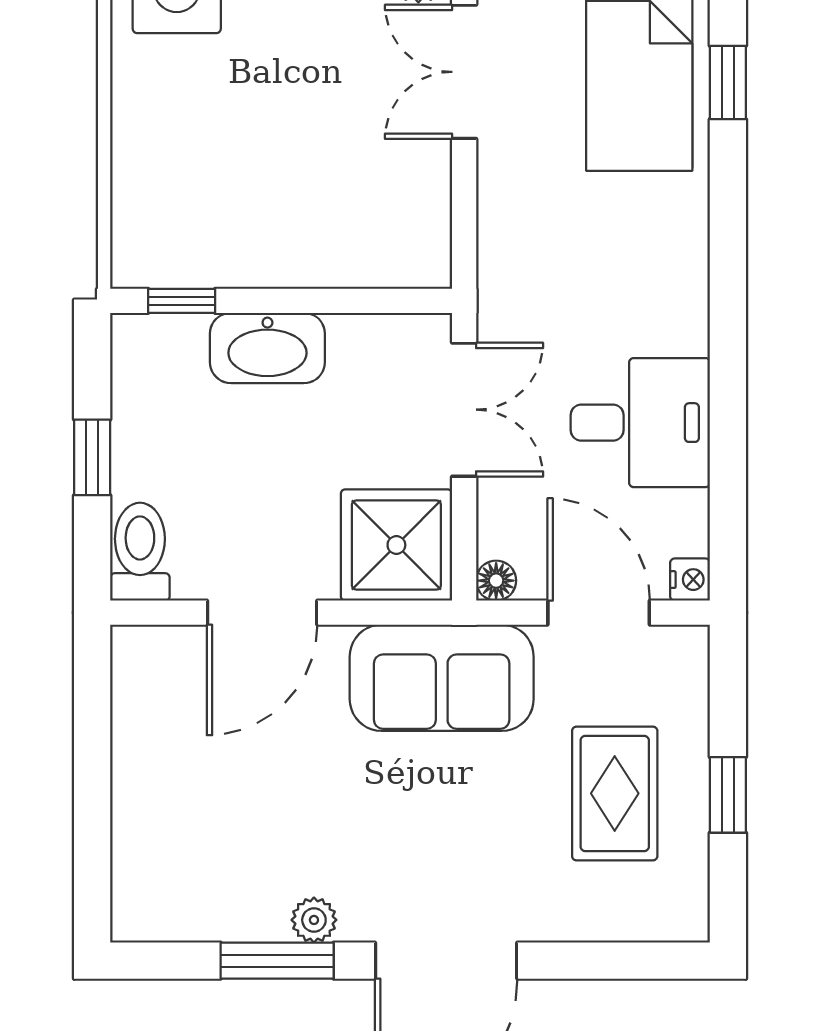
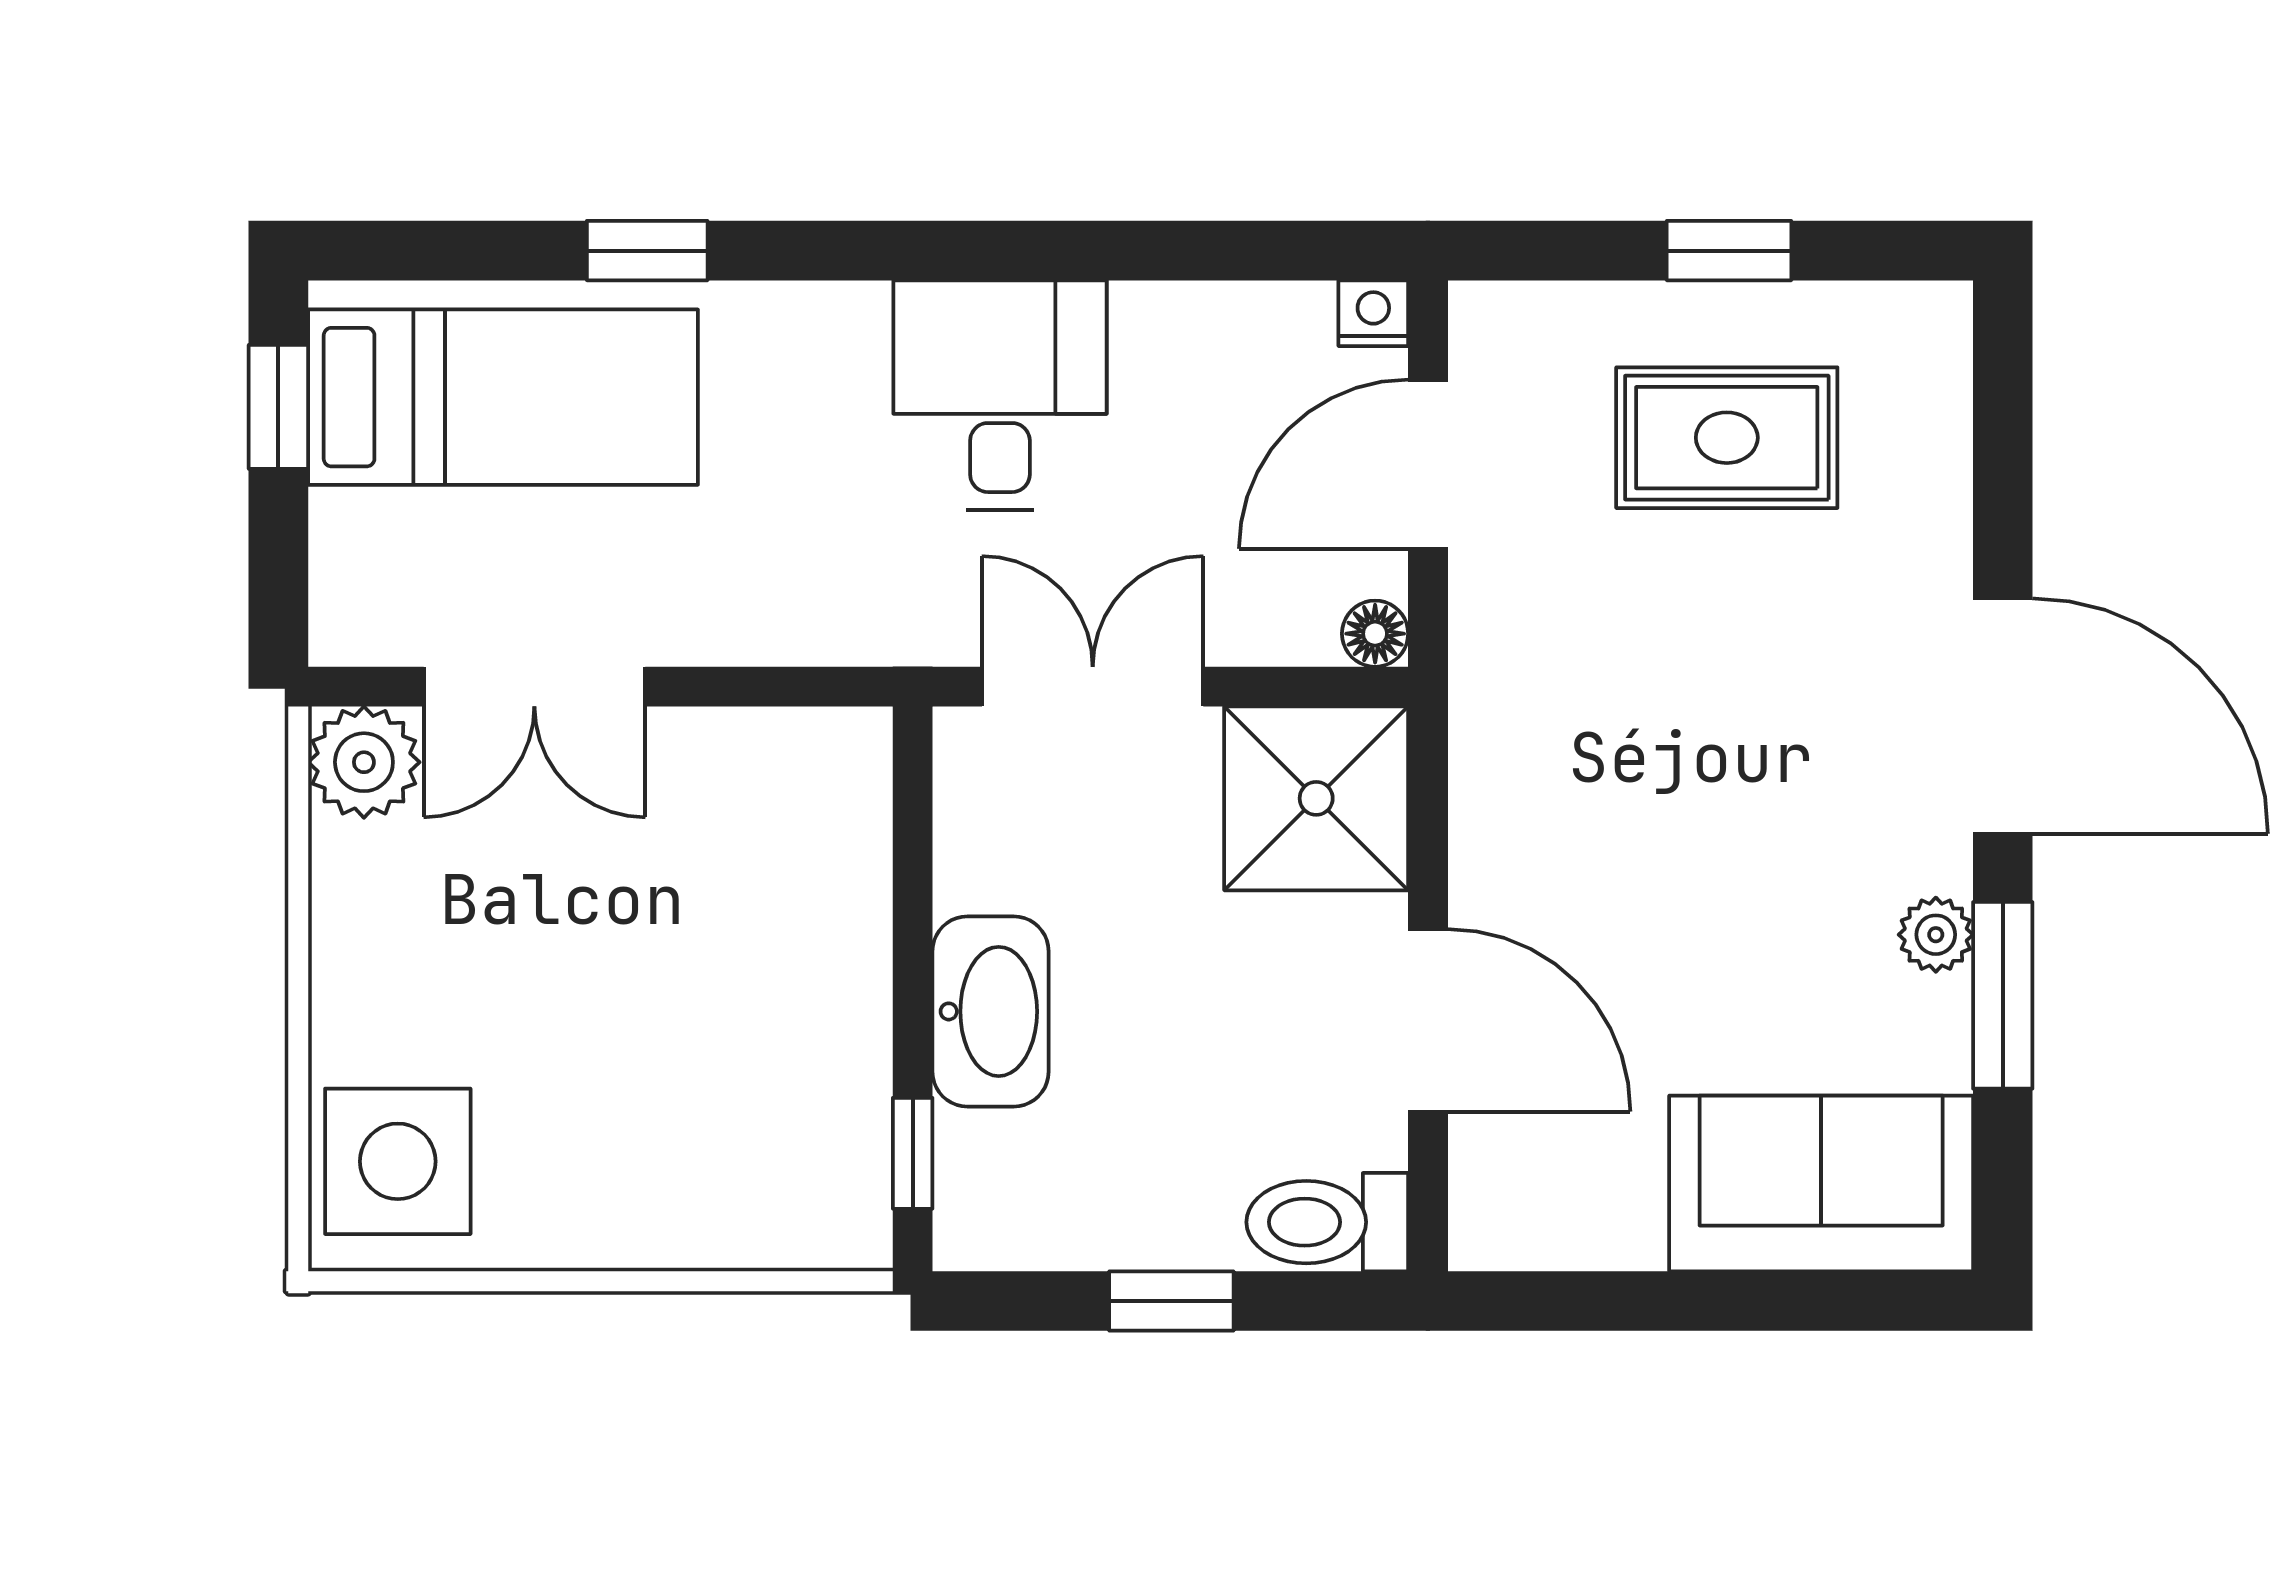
window: (728, 83) -> (647, 251), moved
desk: (640, 423) -> (1000, 395), moved
sofa: (442, 678) -> (1821, 1183), moved, turned -90

